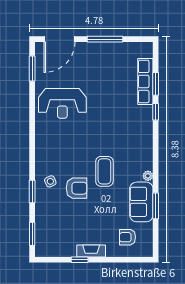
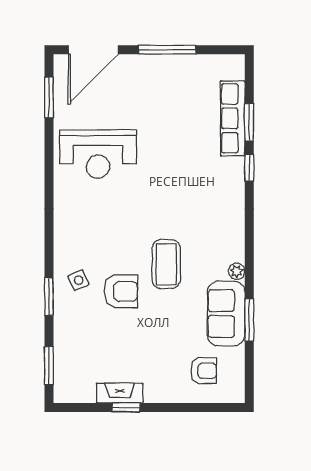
armchair: (128, 237) -> (204, 371), turned 180
fireplace: (91, 251) -> (120, 393), moved

